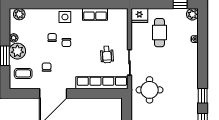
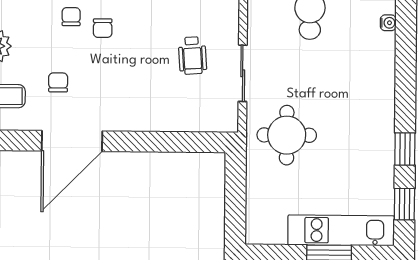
row of seats: (102, 83) -> (181, 118), removed

